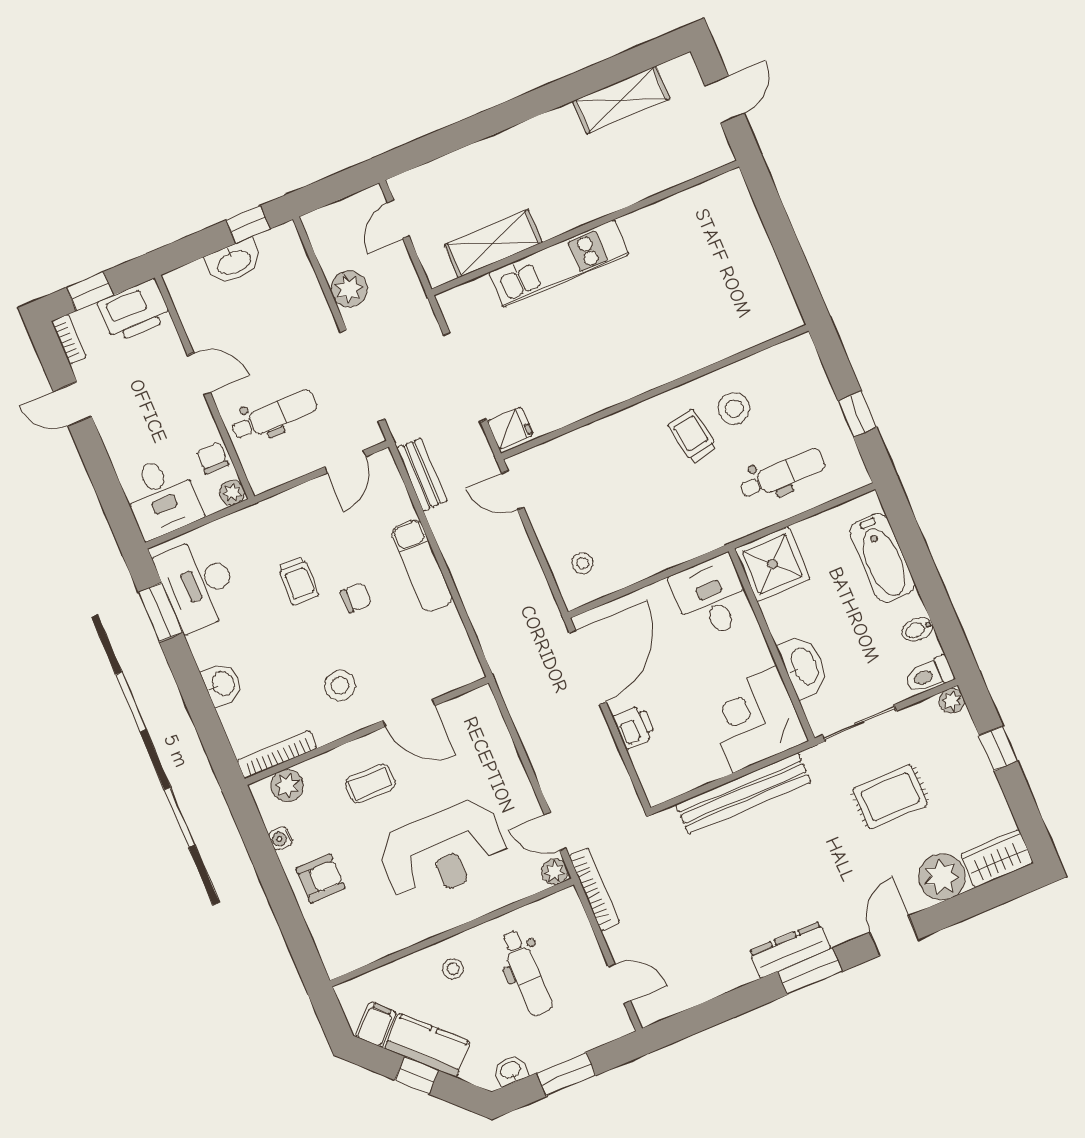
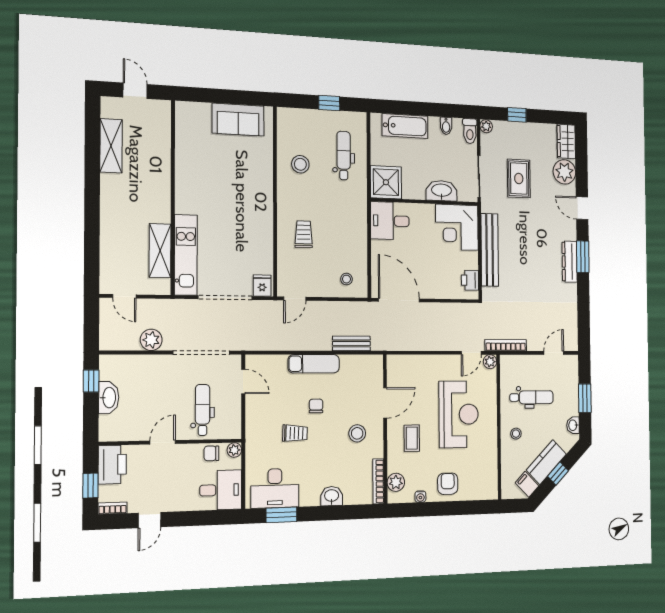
kitchen unit: (559, 263) -> (186, 255), moved
sofa: (758, 278) -> (238, 120), added
trolley: (693, 436) -> (304, 234), moved, turned 100
bench: (422, 474) -> (351, 343), moved
printer: (634, 727) -> (470, 280), moved, turned -90

